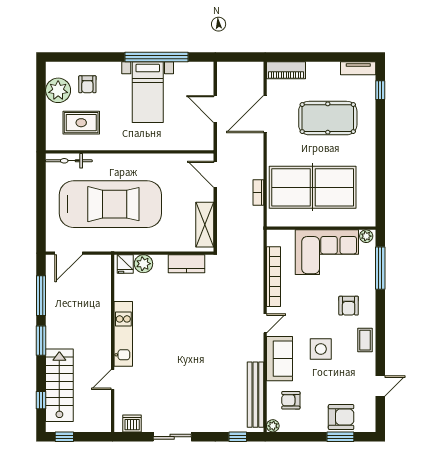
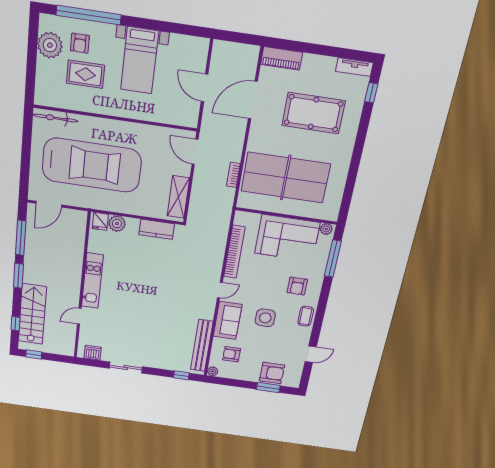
window: (157, 57) -> (89, 15), moved
rug: (81, 123) -> (85, 74), moved

